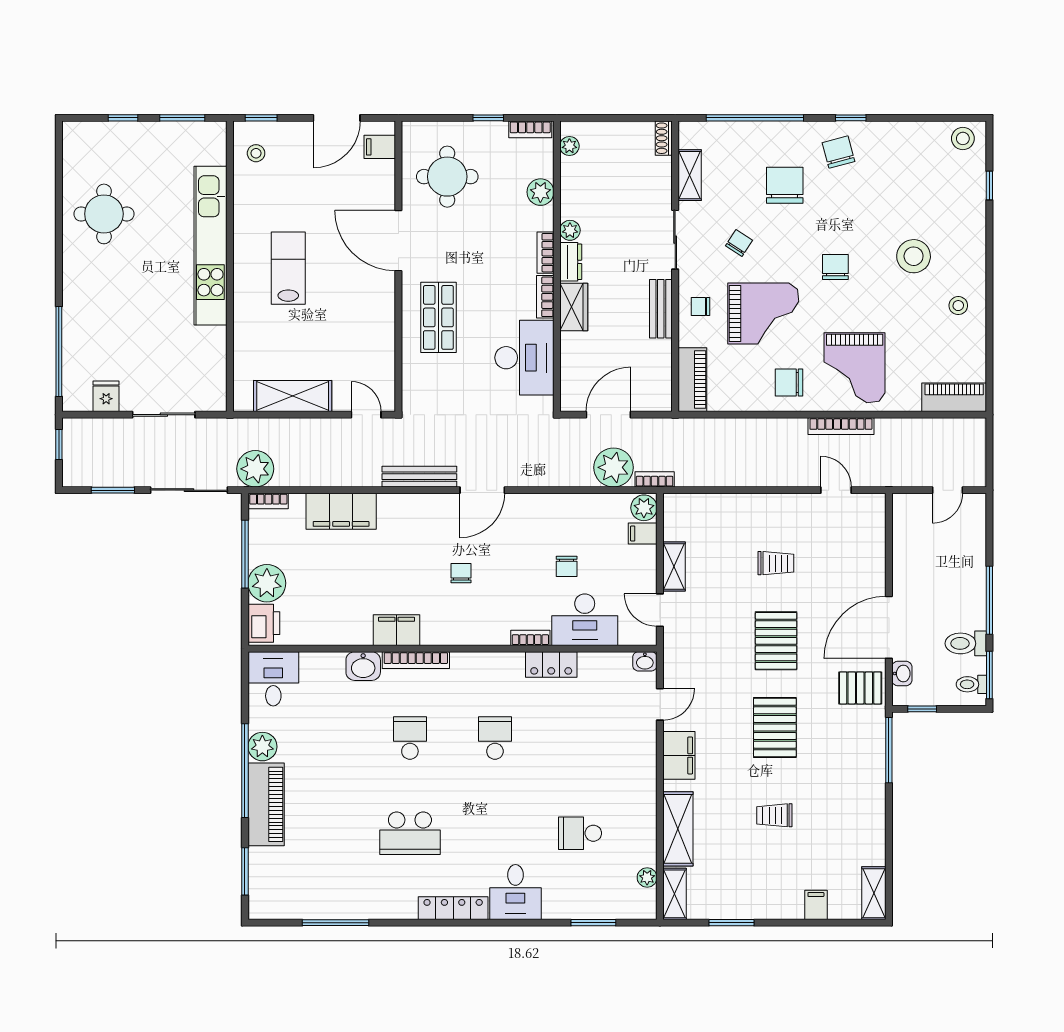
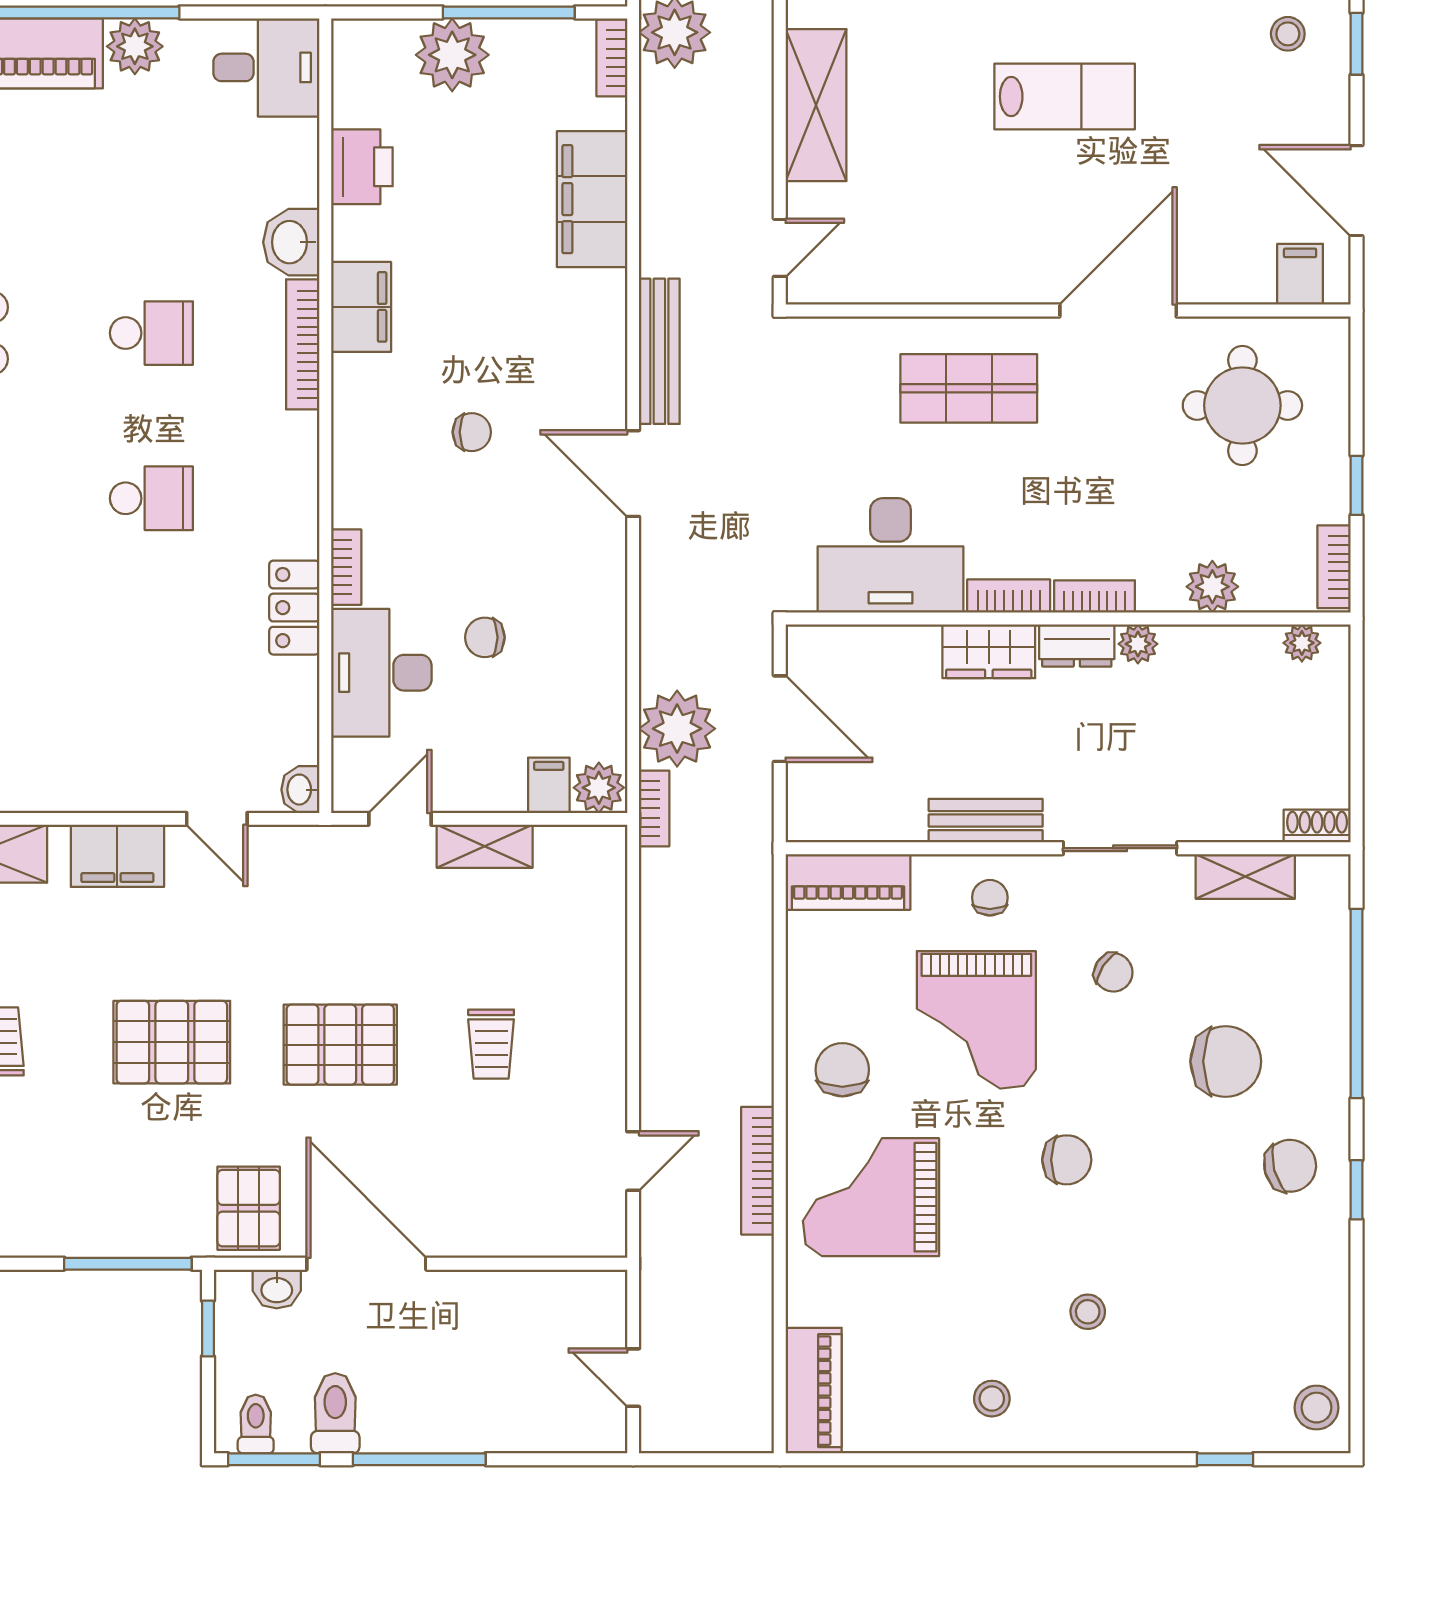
stool: (914, 256) -> (1088, 1312), width x0.53, depth x0.53
printer: (264, 623) -> (362, 167), moved, turned -90

